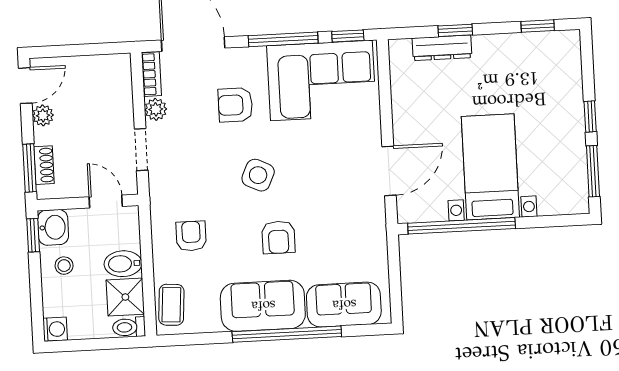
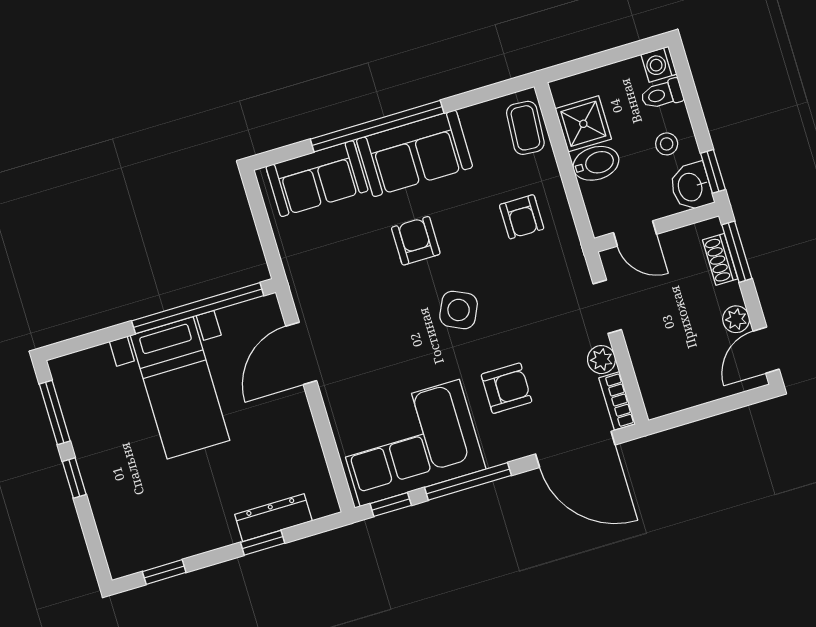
toilet: (129, 327) -> (662, 94), moved, turned 180

